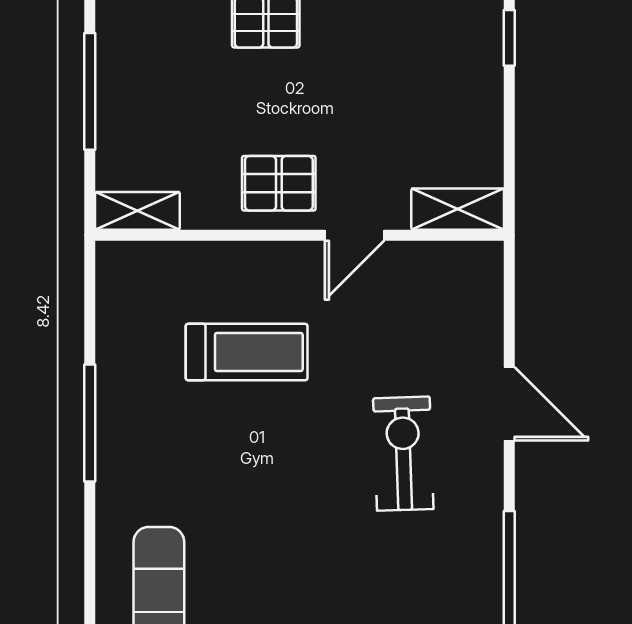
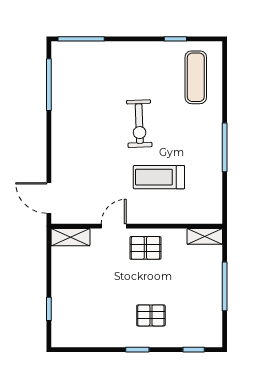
door: (509, 404) -> (49, 198), moved
exercise bike: (403, 454) -> (139, 124), moved

